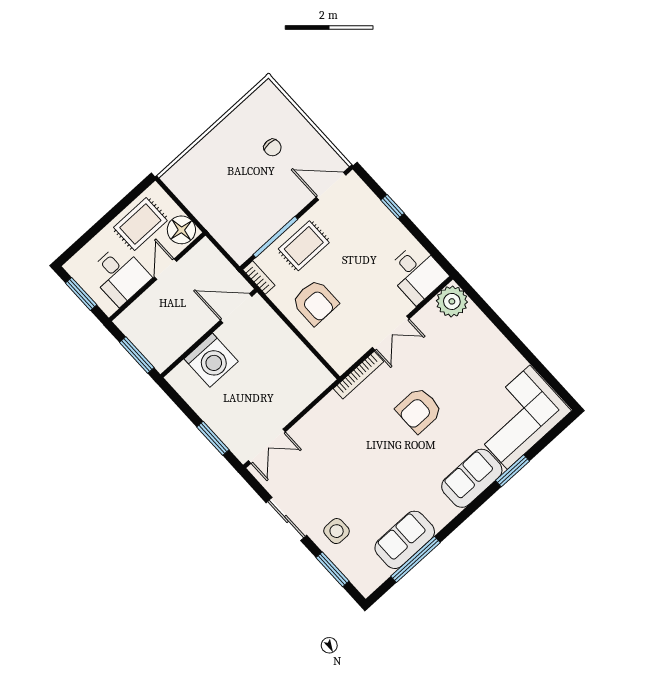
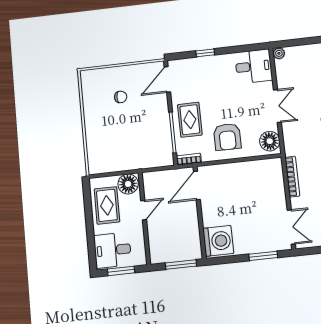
door: (165, 269) -> (144, 210), swing flipped
desk: (120, 275) -> (113, 250), moved, turned 180
plant: (452, 301) -> (279, 53), width x0.53, depth x0.53
armchair: (315, 302) -> (227, 137), turned 90
floor lamp: (345, 353) -> (270, 141), added
washing machine: (211, 360) -> (218, 241), moved
bookcase: (358, 375) -> (292, 177), moved

